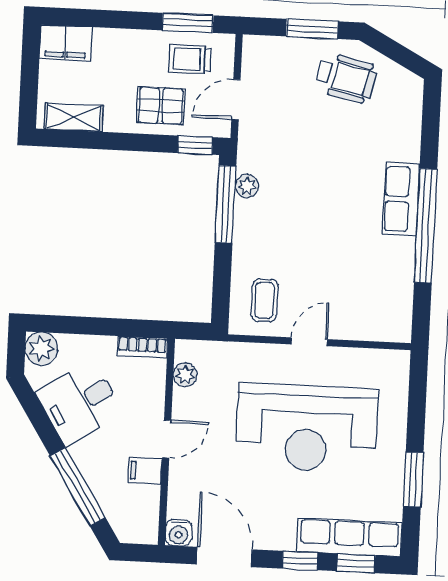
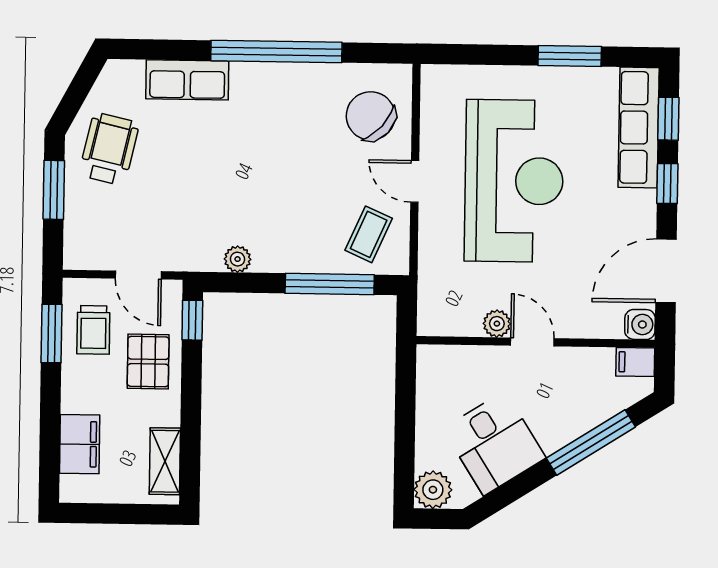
filing cabinet: (66, 43) -> (80, 444), moved
row of seats: (401, 199) -> (187, 80), moved
window: (226, 204) -> (330, 284), moved
coffee table: (265, 300) -> (369, 234), turned -66
chair: (367, 305) -> (371, 116), added
bookcase: (142, 347) -> (427, 373), removed
plant: (185, 375) -> (497, 324), moved
filing cabinet: (145, 471) -> (635, 362), moved, turned 90

